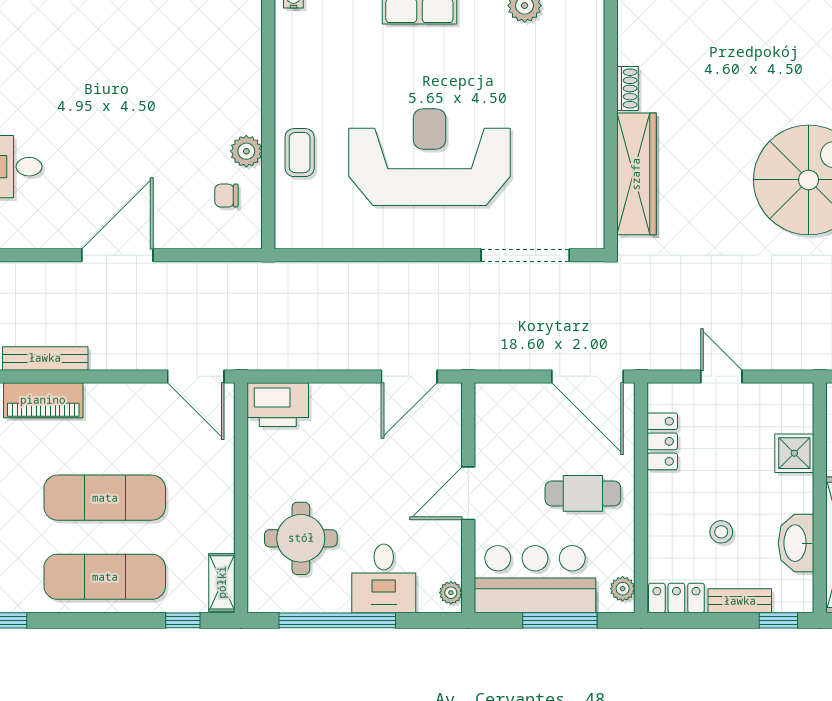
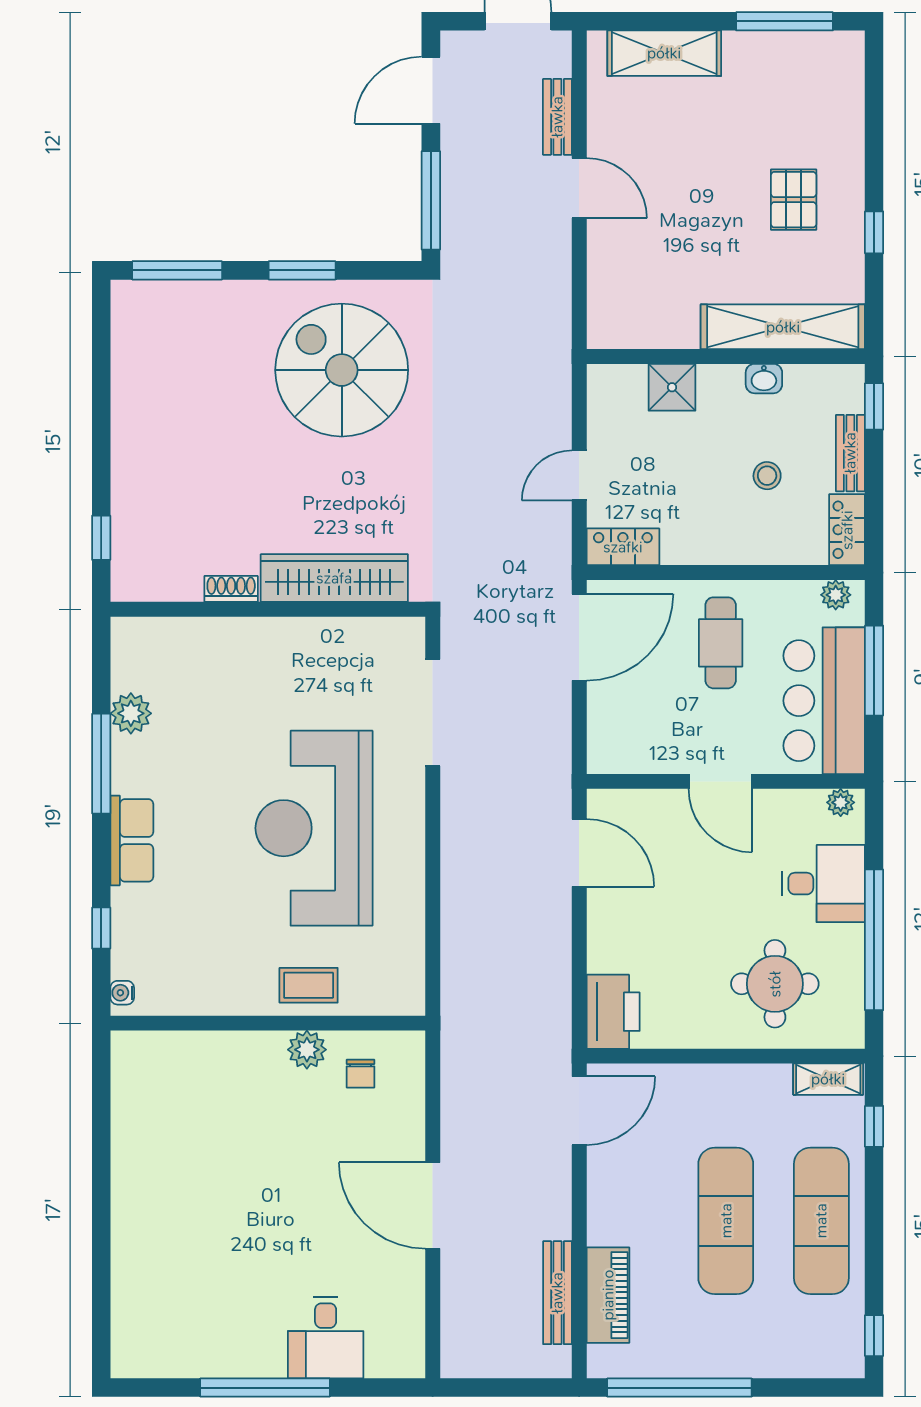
locker: (662, 441) -> (623, 547), moved
washbasin: (796, 543) -> (764, 379), width x0.52, depth x0.69

